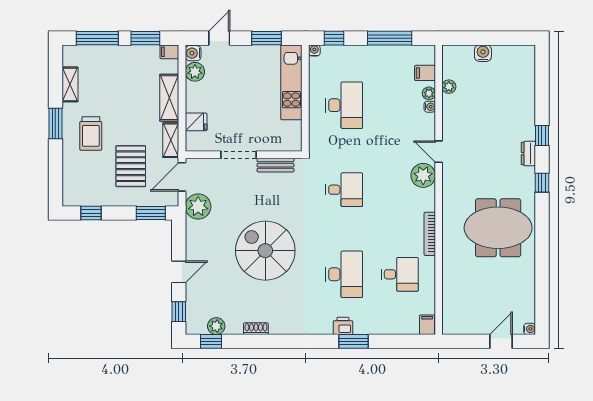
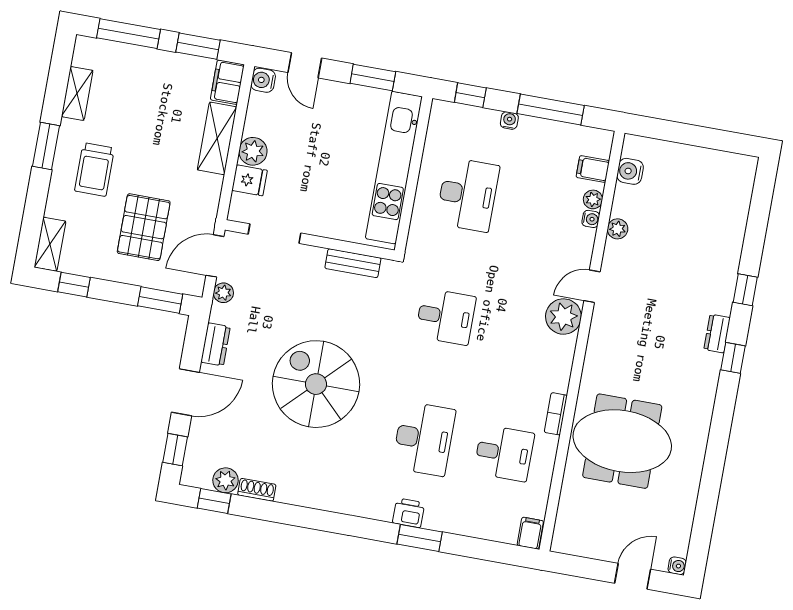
door: (219, 38) -> (305, 65), swing flipped
water cooler: (314, 50) -> (509, 120), moved
filing cabinet: (169, 52) -> (227, 82), width x2.00
water cooler: (483, 53) -> (630, 171), moved, turned -90
plant: (195, 72) -> (253, 151), moved
kitchen unit: (291, 82) -> (394, 168), width x1.36
plant: (449, 87) -> (618, 229), moved
shelving: (171, 140) -> (50, 244), moved
door: (439, 152) -> (592, 286), hinge flipped
dresser: (528, 154) -> (717, 334), moved
doorway: (239, 155) -> (274, 234), moved
plant: (198, 206) -> (223, 293), width x0.53, depth x0.53
meeting table: (498, 228) -> (622, 441), moved
bookcase: (430, 234) -> (556, 414), width x0.64
dresser: (193, 236) -> (216, 344), added
door: (179, 272) -> (185, 392), width x1.38
shoe rack: (256, 329) -> (257, 490), moved

